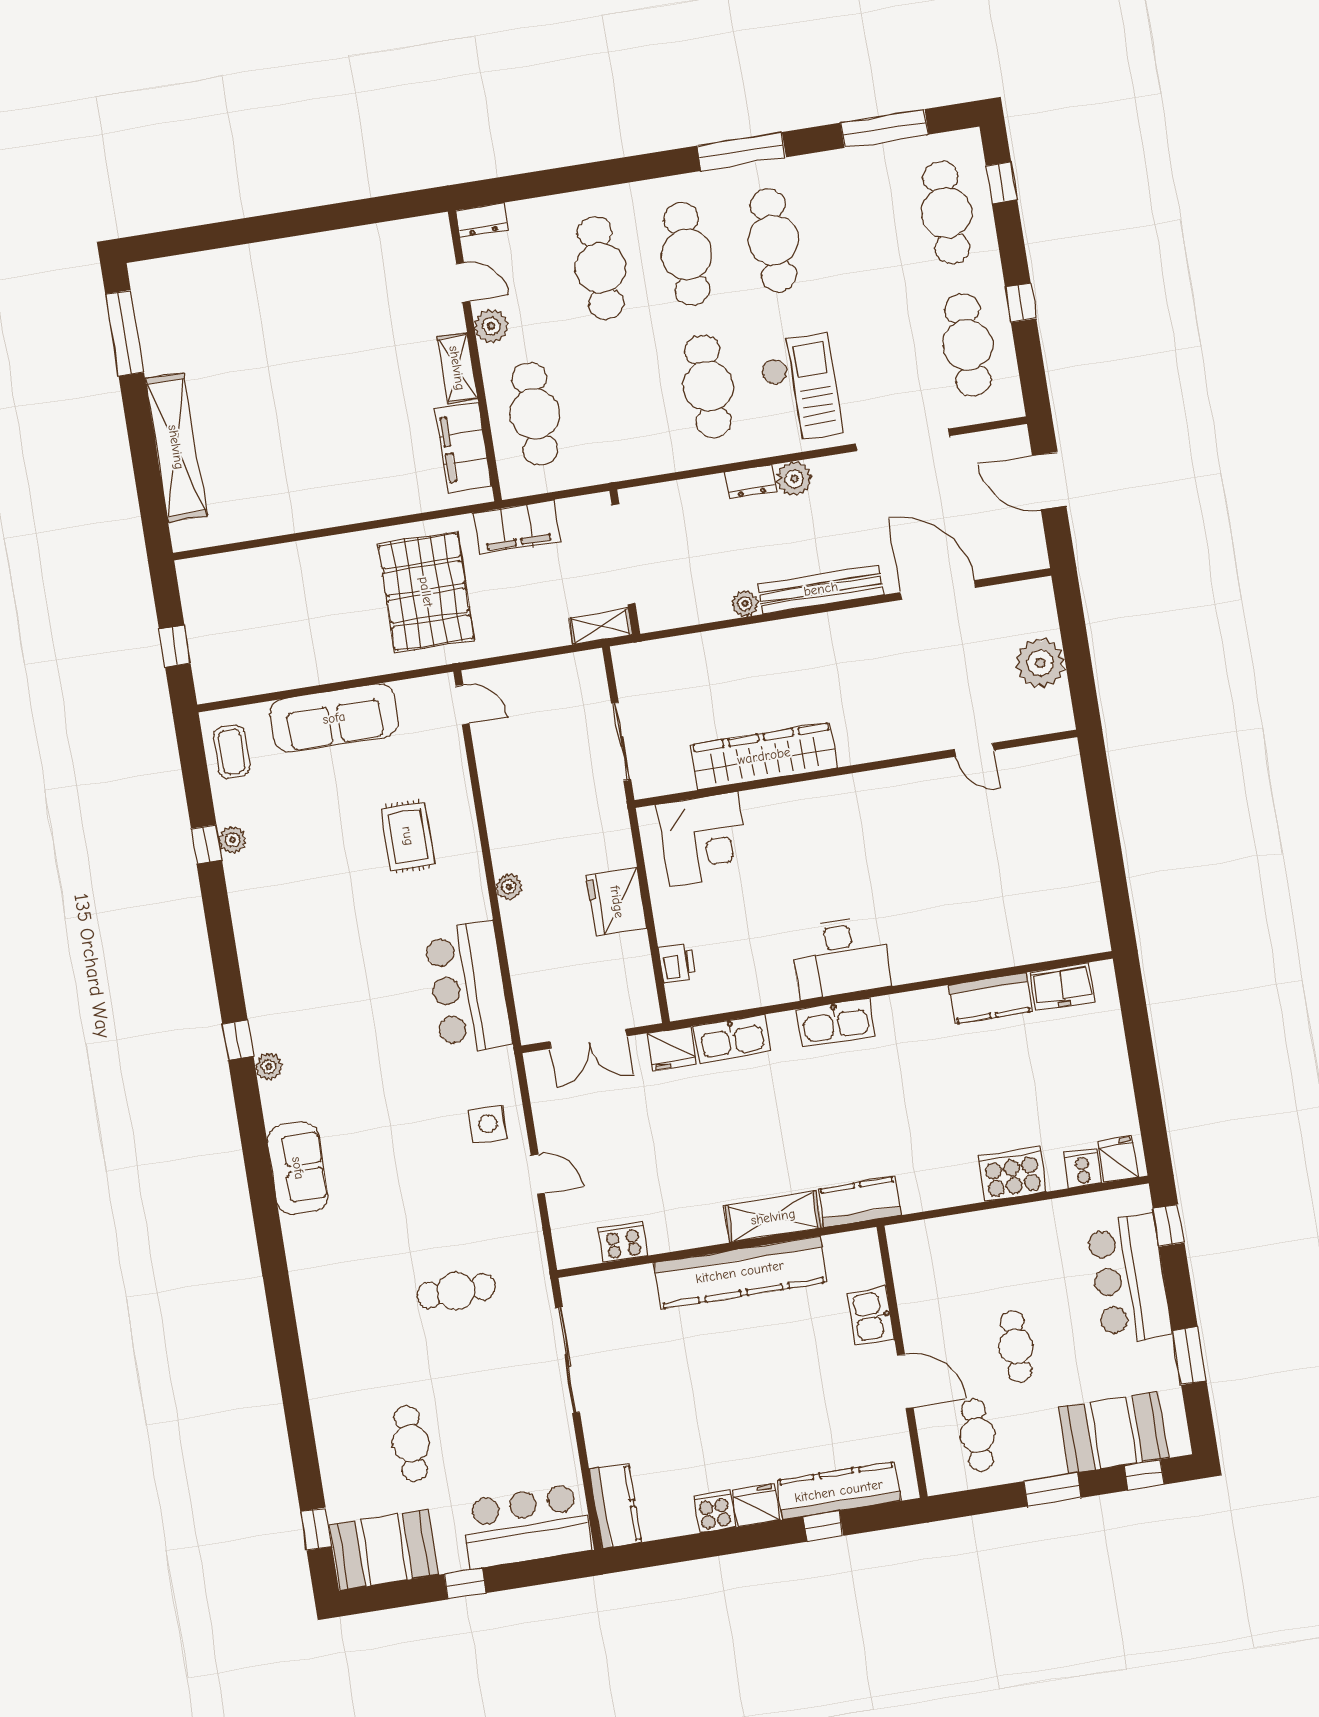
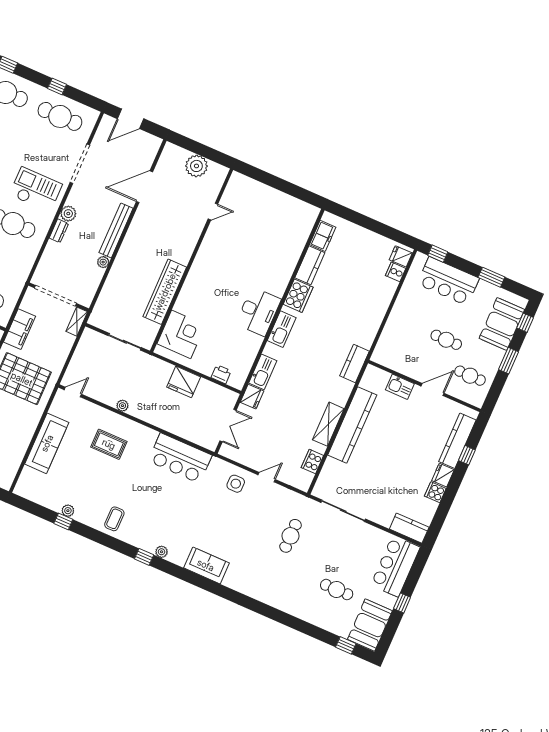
coffee table: (232, 752) -> (114, 519), moved, turned 90
plant: (509, 887) -> (122, 406), moved
cooker: (1012, 1174) -> (298, 296), moved, turned 180
shelving: (773, 1217) -> (328, 424), moved

